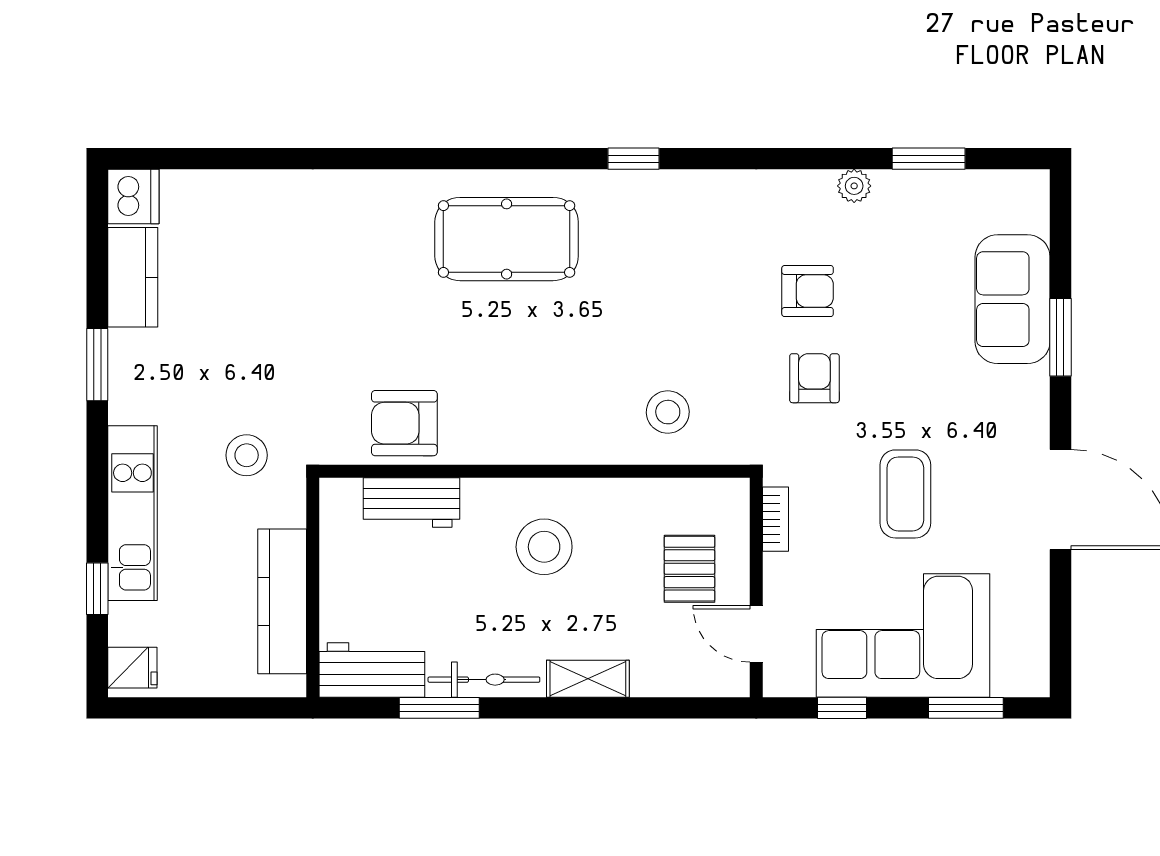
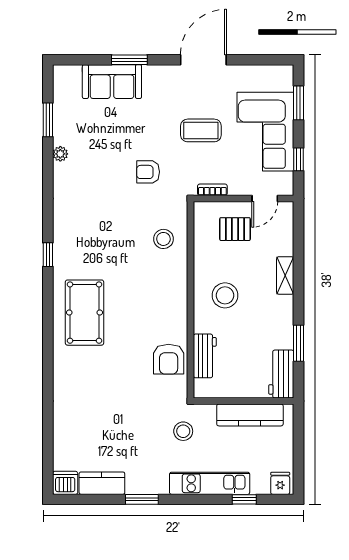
armchair: (808, 291) -> (108, 175), removed
bicycle: (484, 680) -> (286, 323), removed

